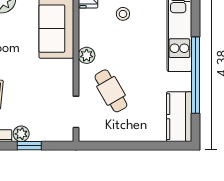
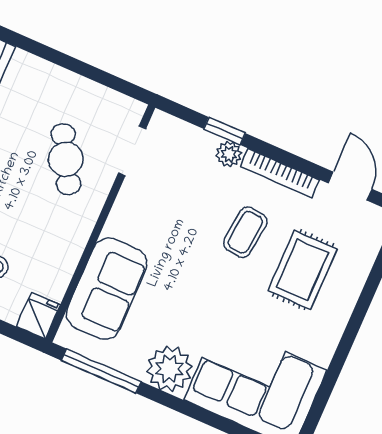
plant: (87, 55) -> (79, 229), removed

